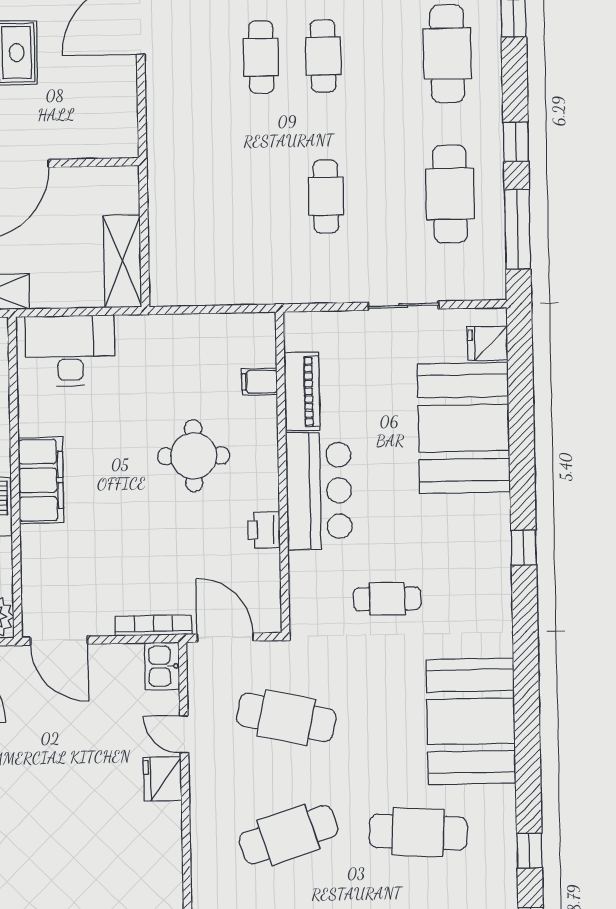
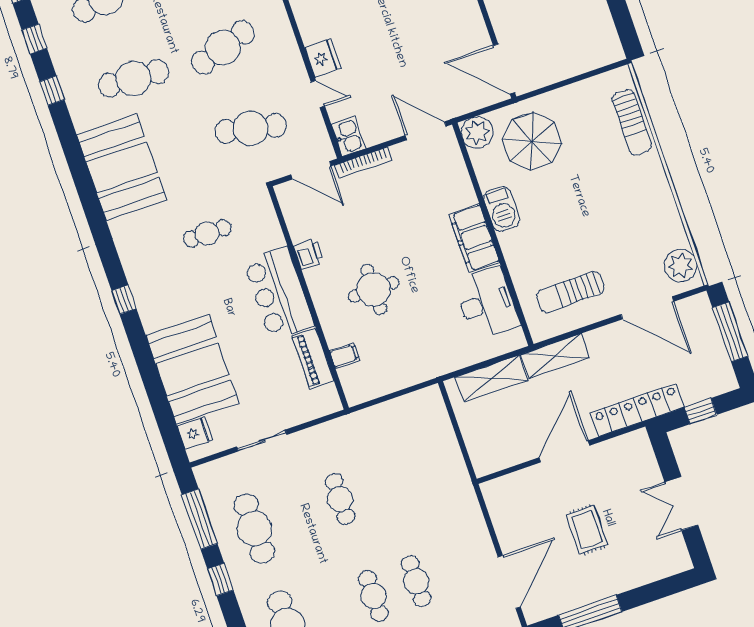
shelving: (123, 261) -> (491, 379), moved, turned 90
desk: (70, 351) -> (487, 303), moved, turned -90

